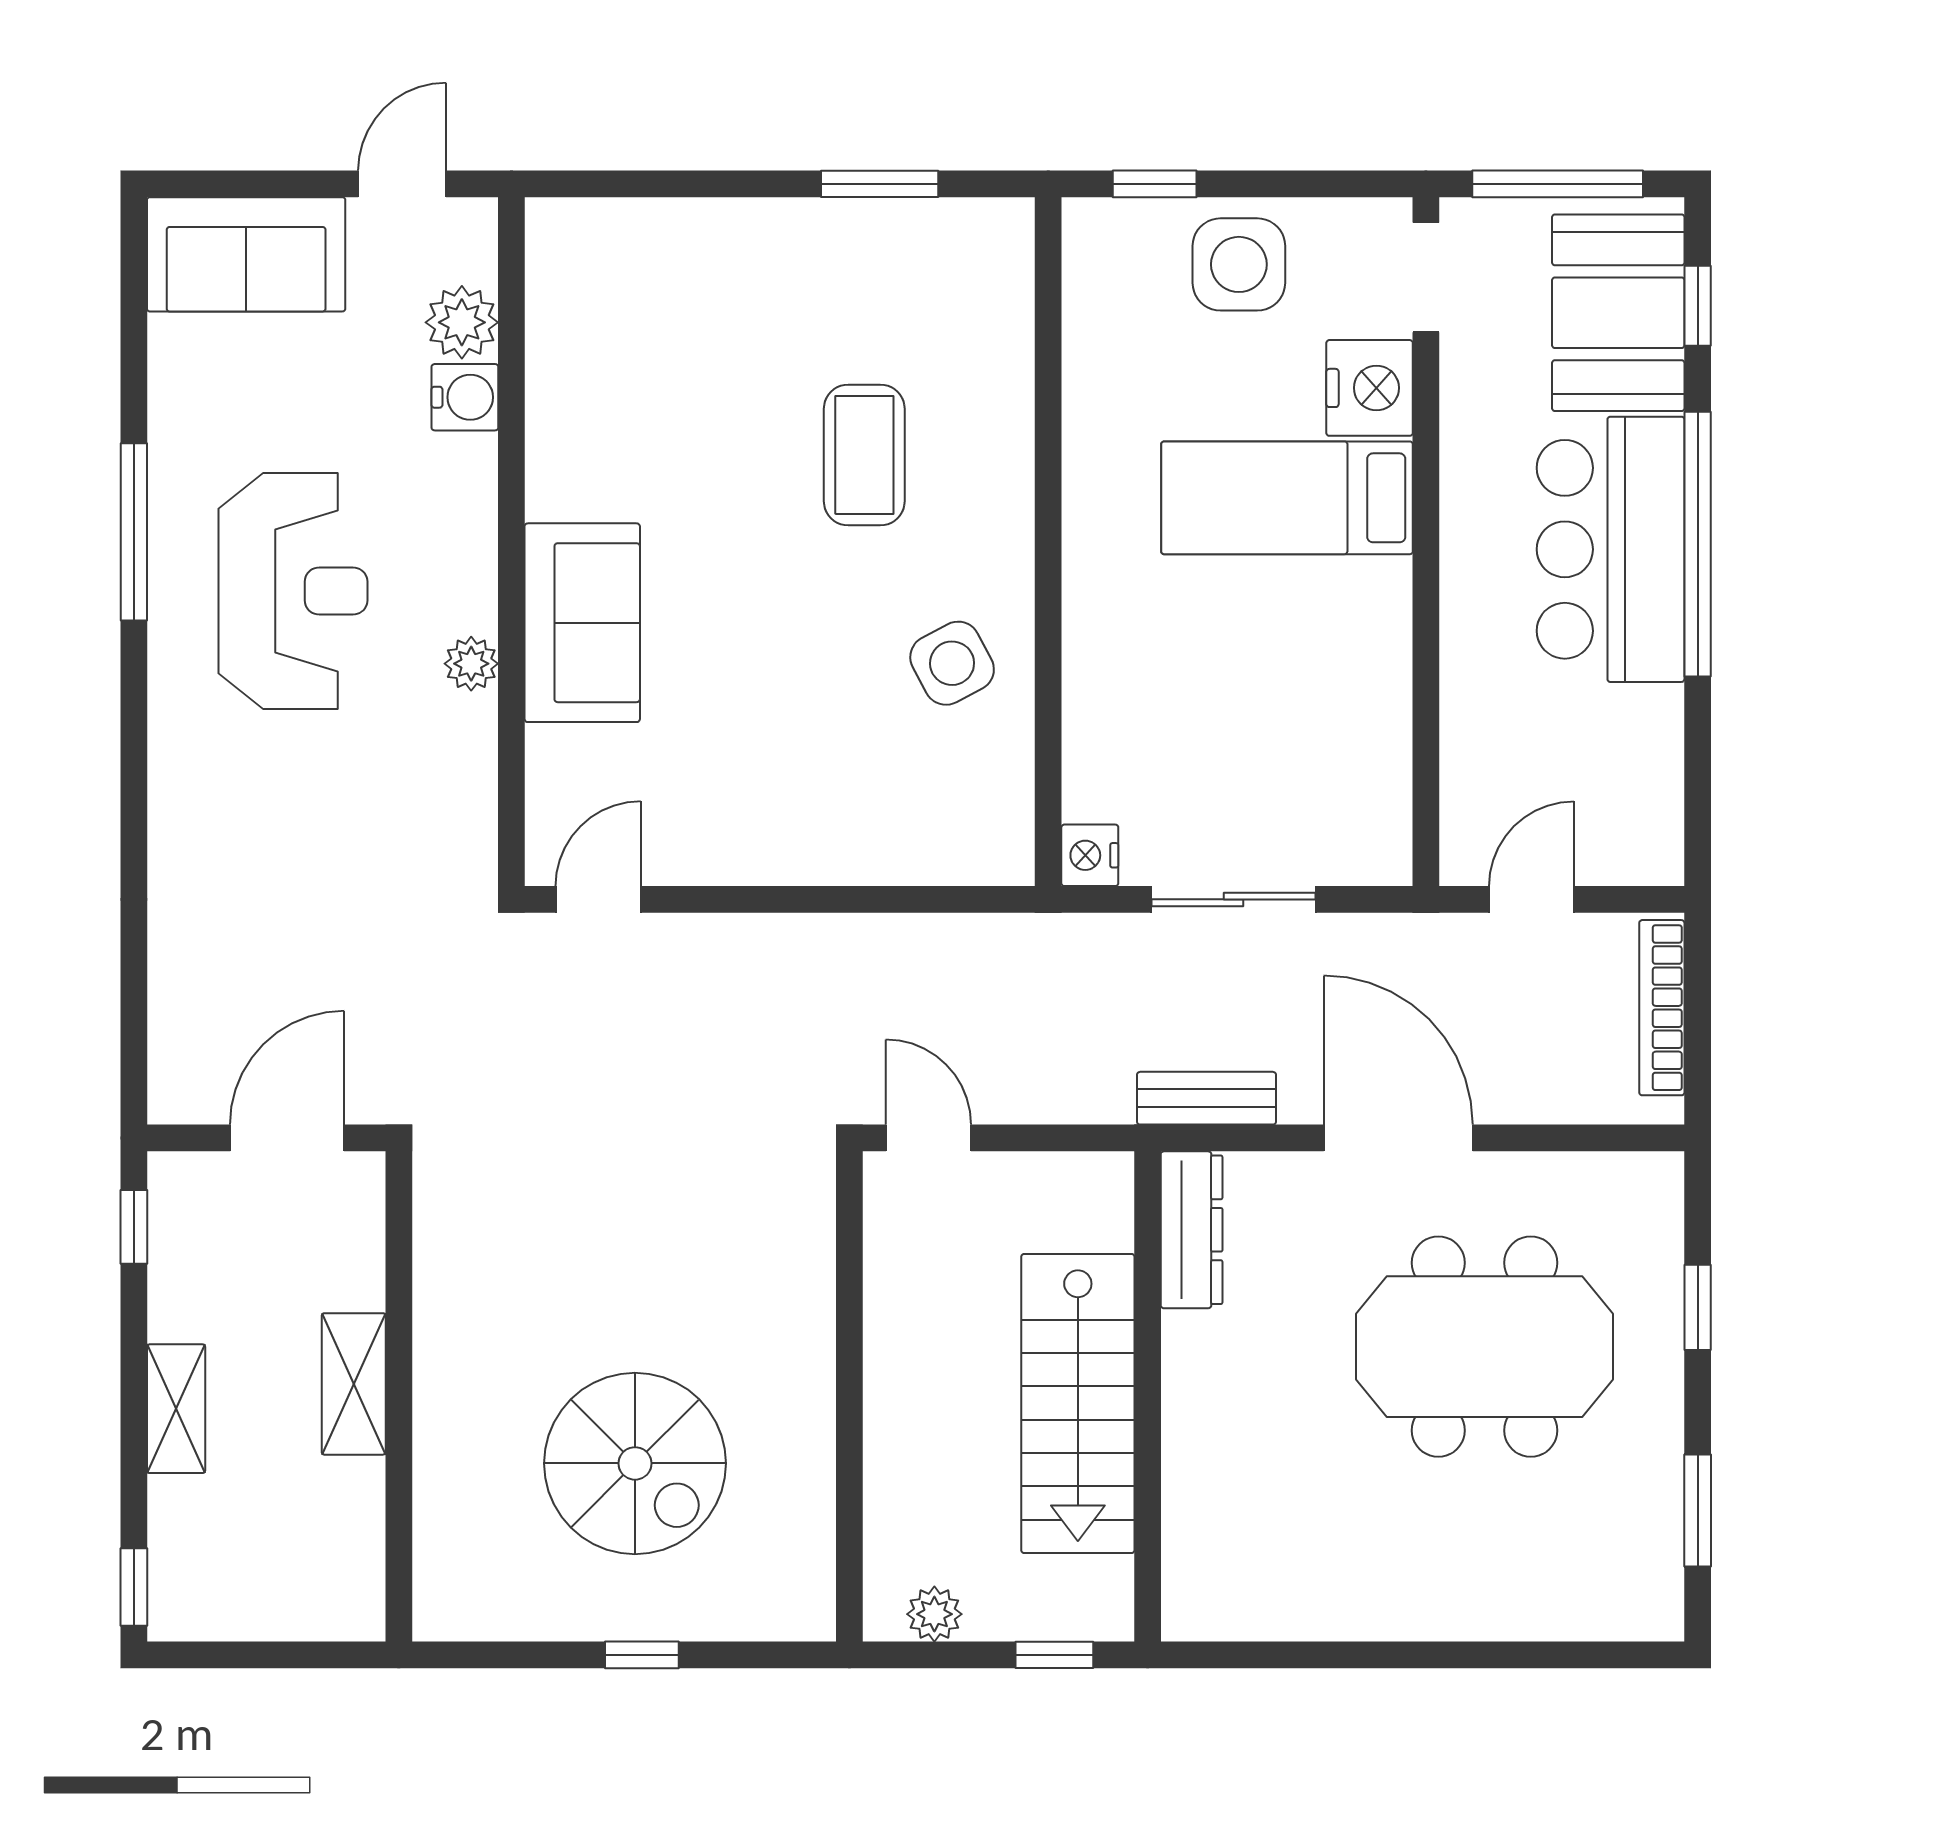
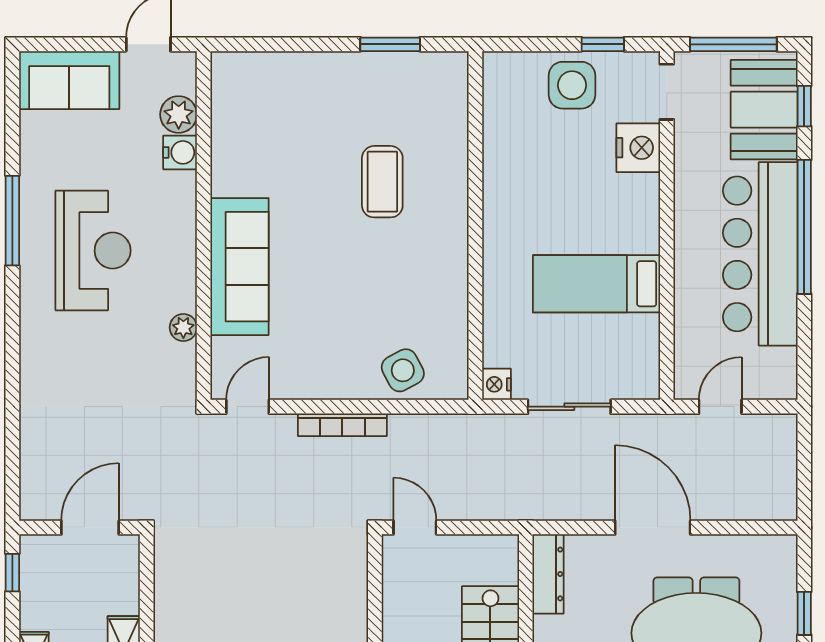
window: (1155, 184) -> (603, 44), moved
bed: (1287, 498) -> (596, 284), moved
bar counter: (1611, 549) -> (760, 254), width x1.36
sofa: (582, 623) -> (240, 267), width x1.36
side table: (952, 663) -> (403, 370), moved
plant: (471, 664) -> (183, 327), moved
bookcase: (1662, 1008) -> (342, 425), moved, turned -90
bench: (1207, 1098) -> (556, 507), removed

